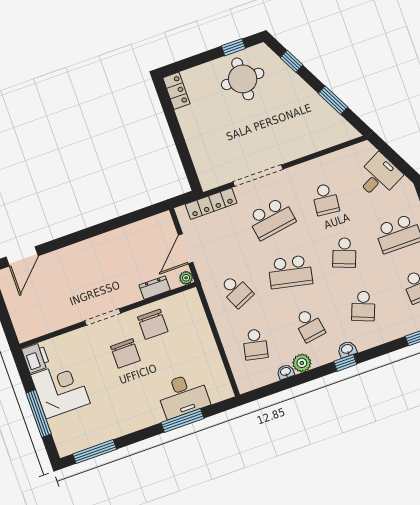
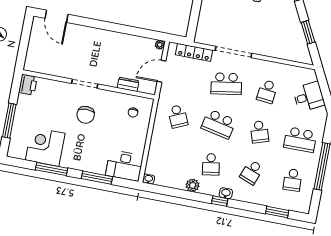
school desk: (344, 253) -> (259, 132), turned -39
door: (22, 256) -> (56, 16), hinge flipped
plant: (186, 278) -> (160, 45), moved
chair: (153, 324) -> (133, 112), moved, width x0.54, depth x0.54
school desk: (255, 344) -> (170, 157), removed
washbasin: (286, 372) -> (149, 179), moved
corner desk: (60, 389) -> (45, 147), moved, turned -90
desk: (183, 395) -> (124, 166), moved
window: (95, 452) -> (52, 169), moved

